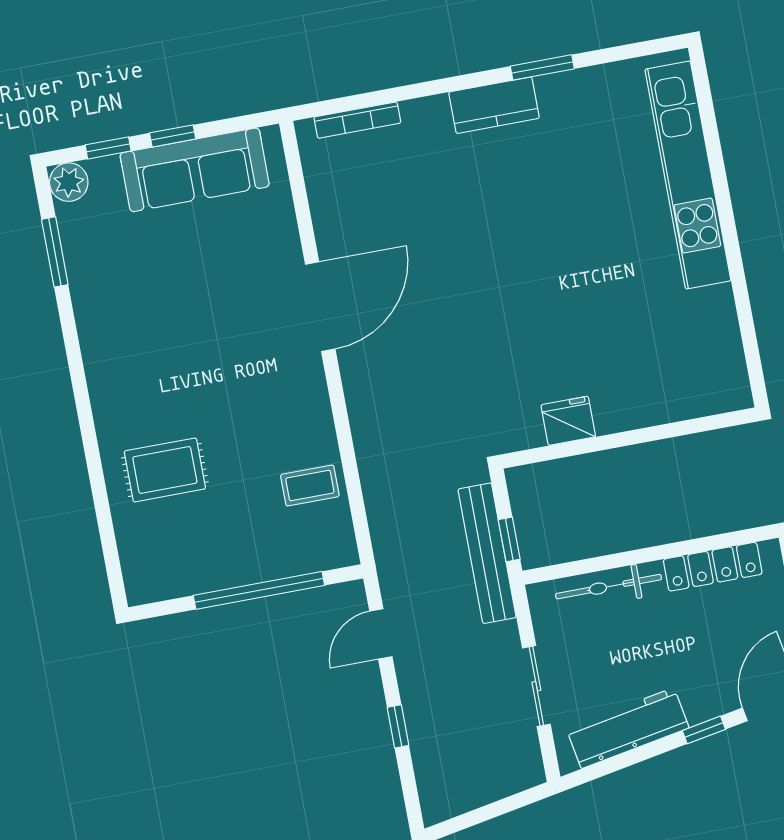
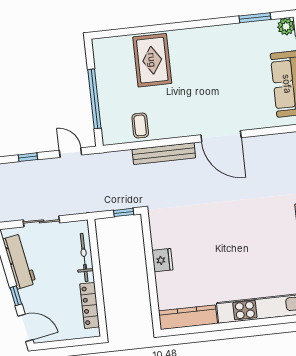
kitchen counter: (722, 349) -> (188, 317), added
fridge: (568, 421) -> (162, 260), moved
rug: (165, 470) -> (152, 60), width x1.36, depth x1.43
window: (509, 539) -> (124, 212), moved
bench: (487, 553) -> (164, 154), moved

